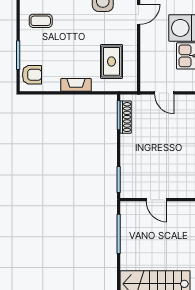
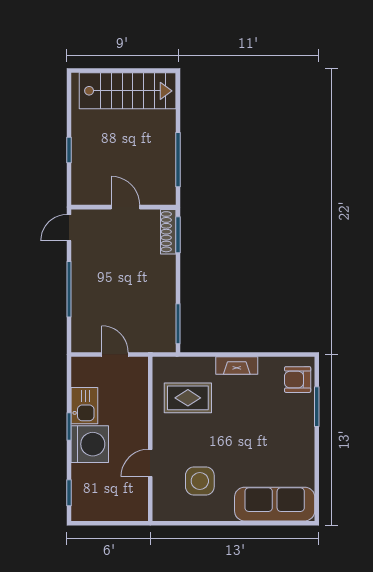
coffee table: (41, 21) -> (286, 454), removed
rug: (111, 61) -> (188, 398), turned 90
shoe rack: (126, 117) -> (168, 232), moved

